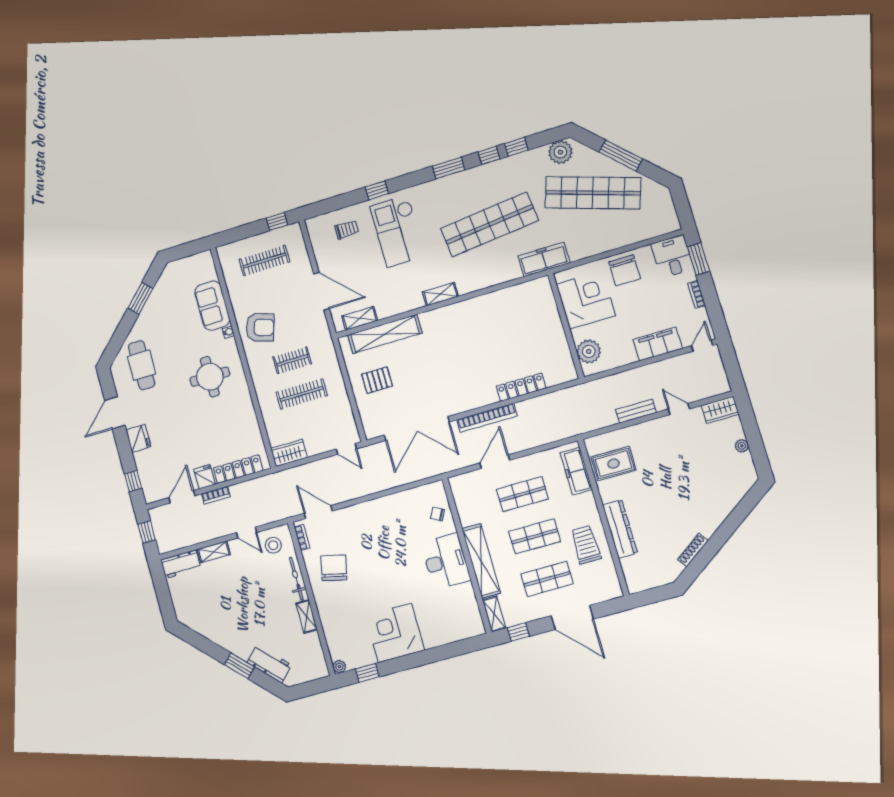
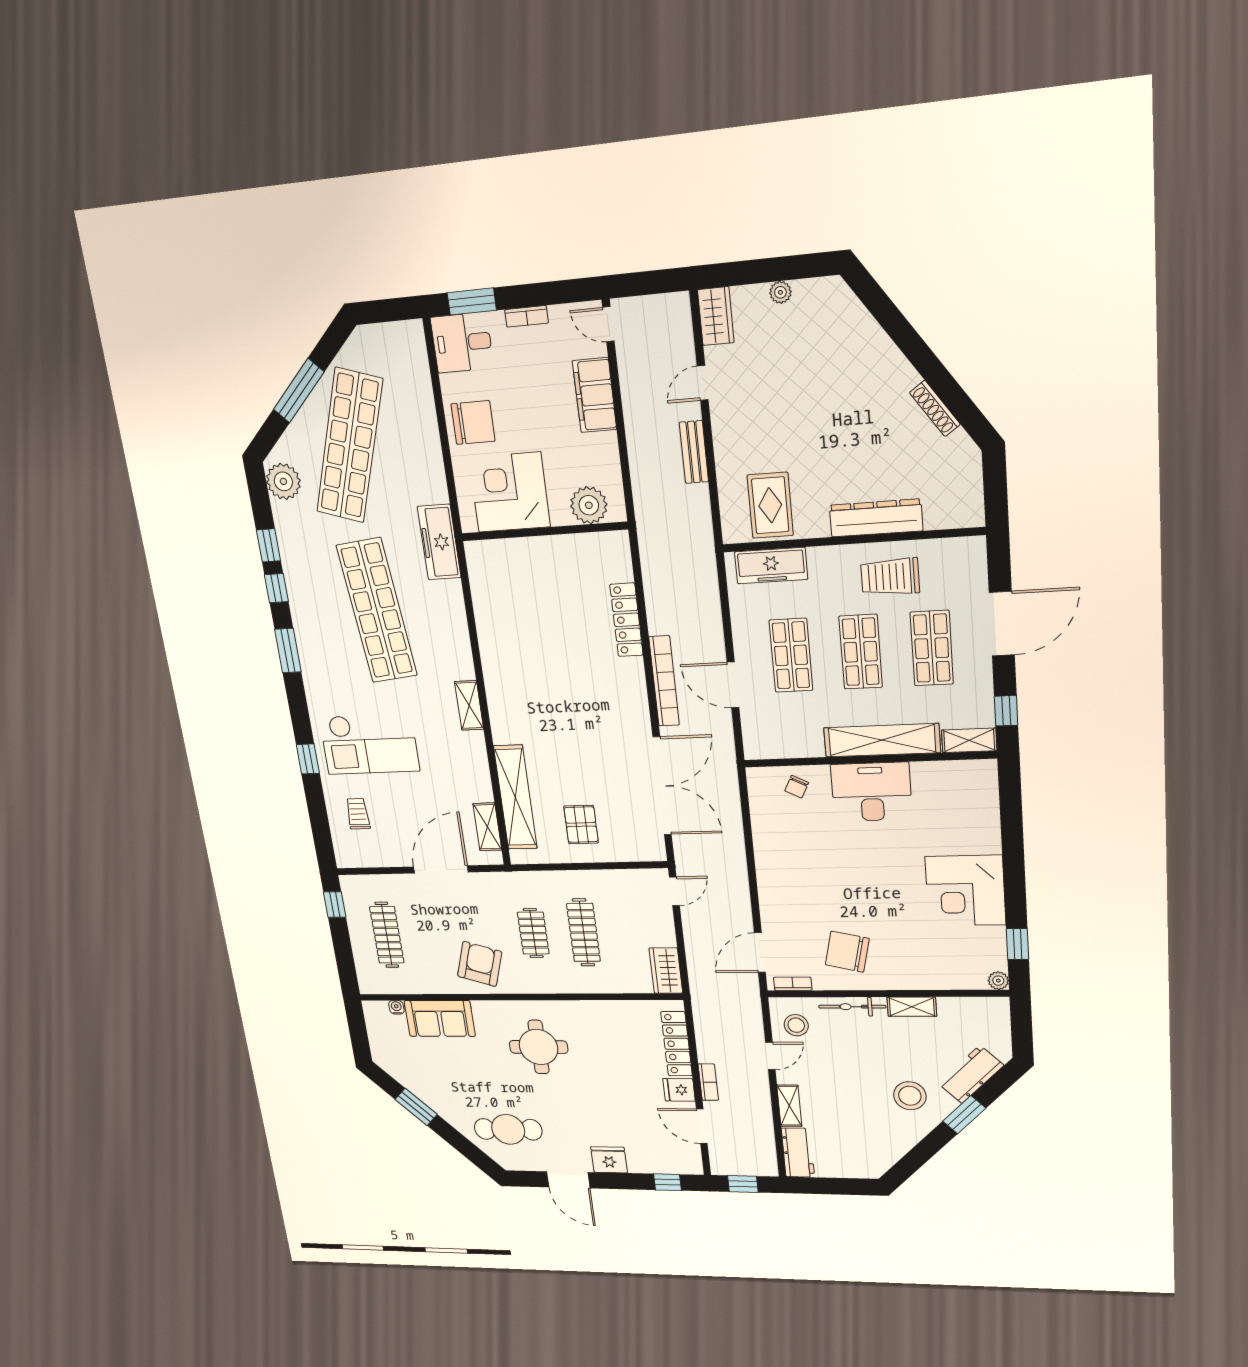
water cooler: (228, 332) -> (396, 1007), moved
stool: (243, 628) -> (910, 1096), added

